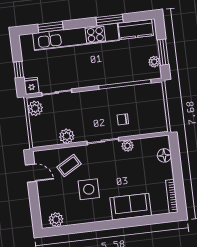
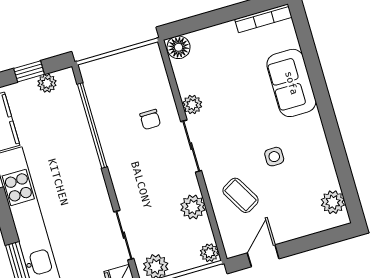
window: (163, 52) -> (29, 71), width x0.67
plant: (38, 142) -> (209, 253), added
floor lamp: (164, 155) -> (179, 47), moved
side table: (89, 189) -> (274, 157), width x0.54, depth x0.54

